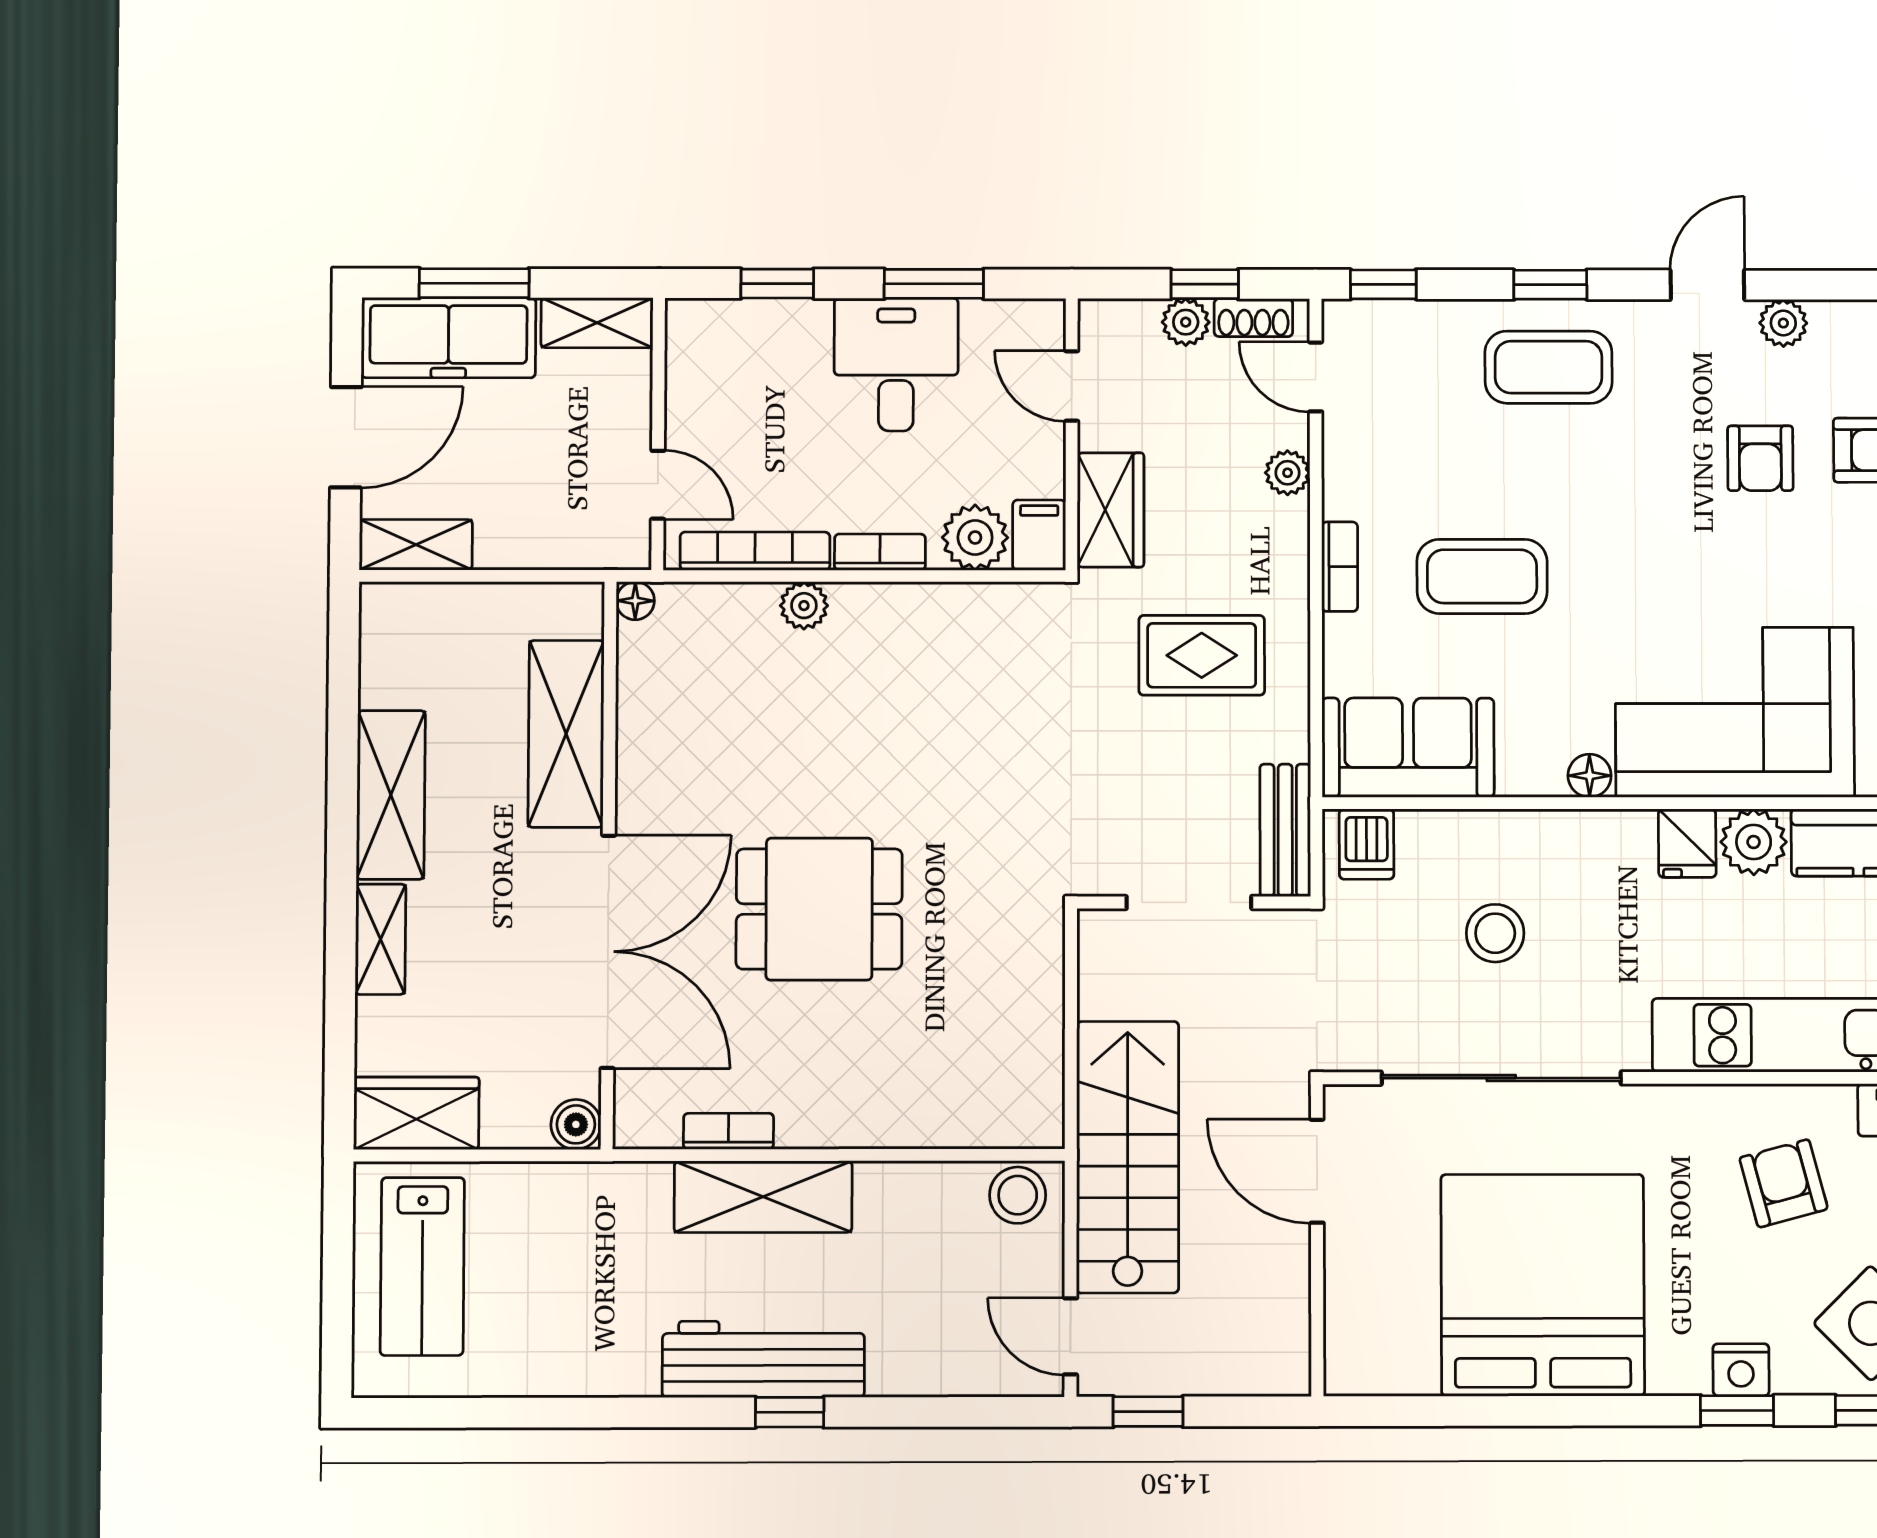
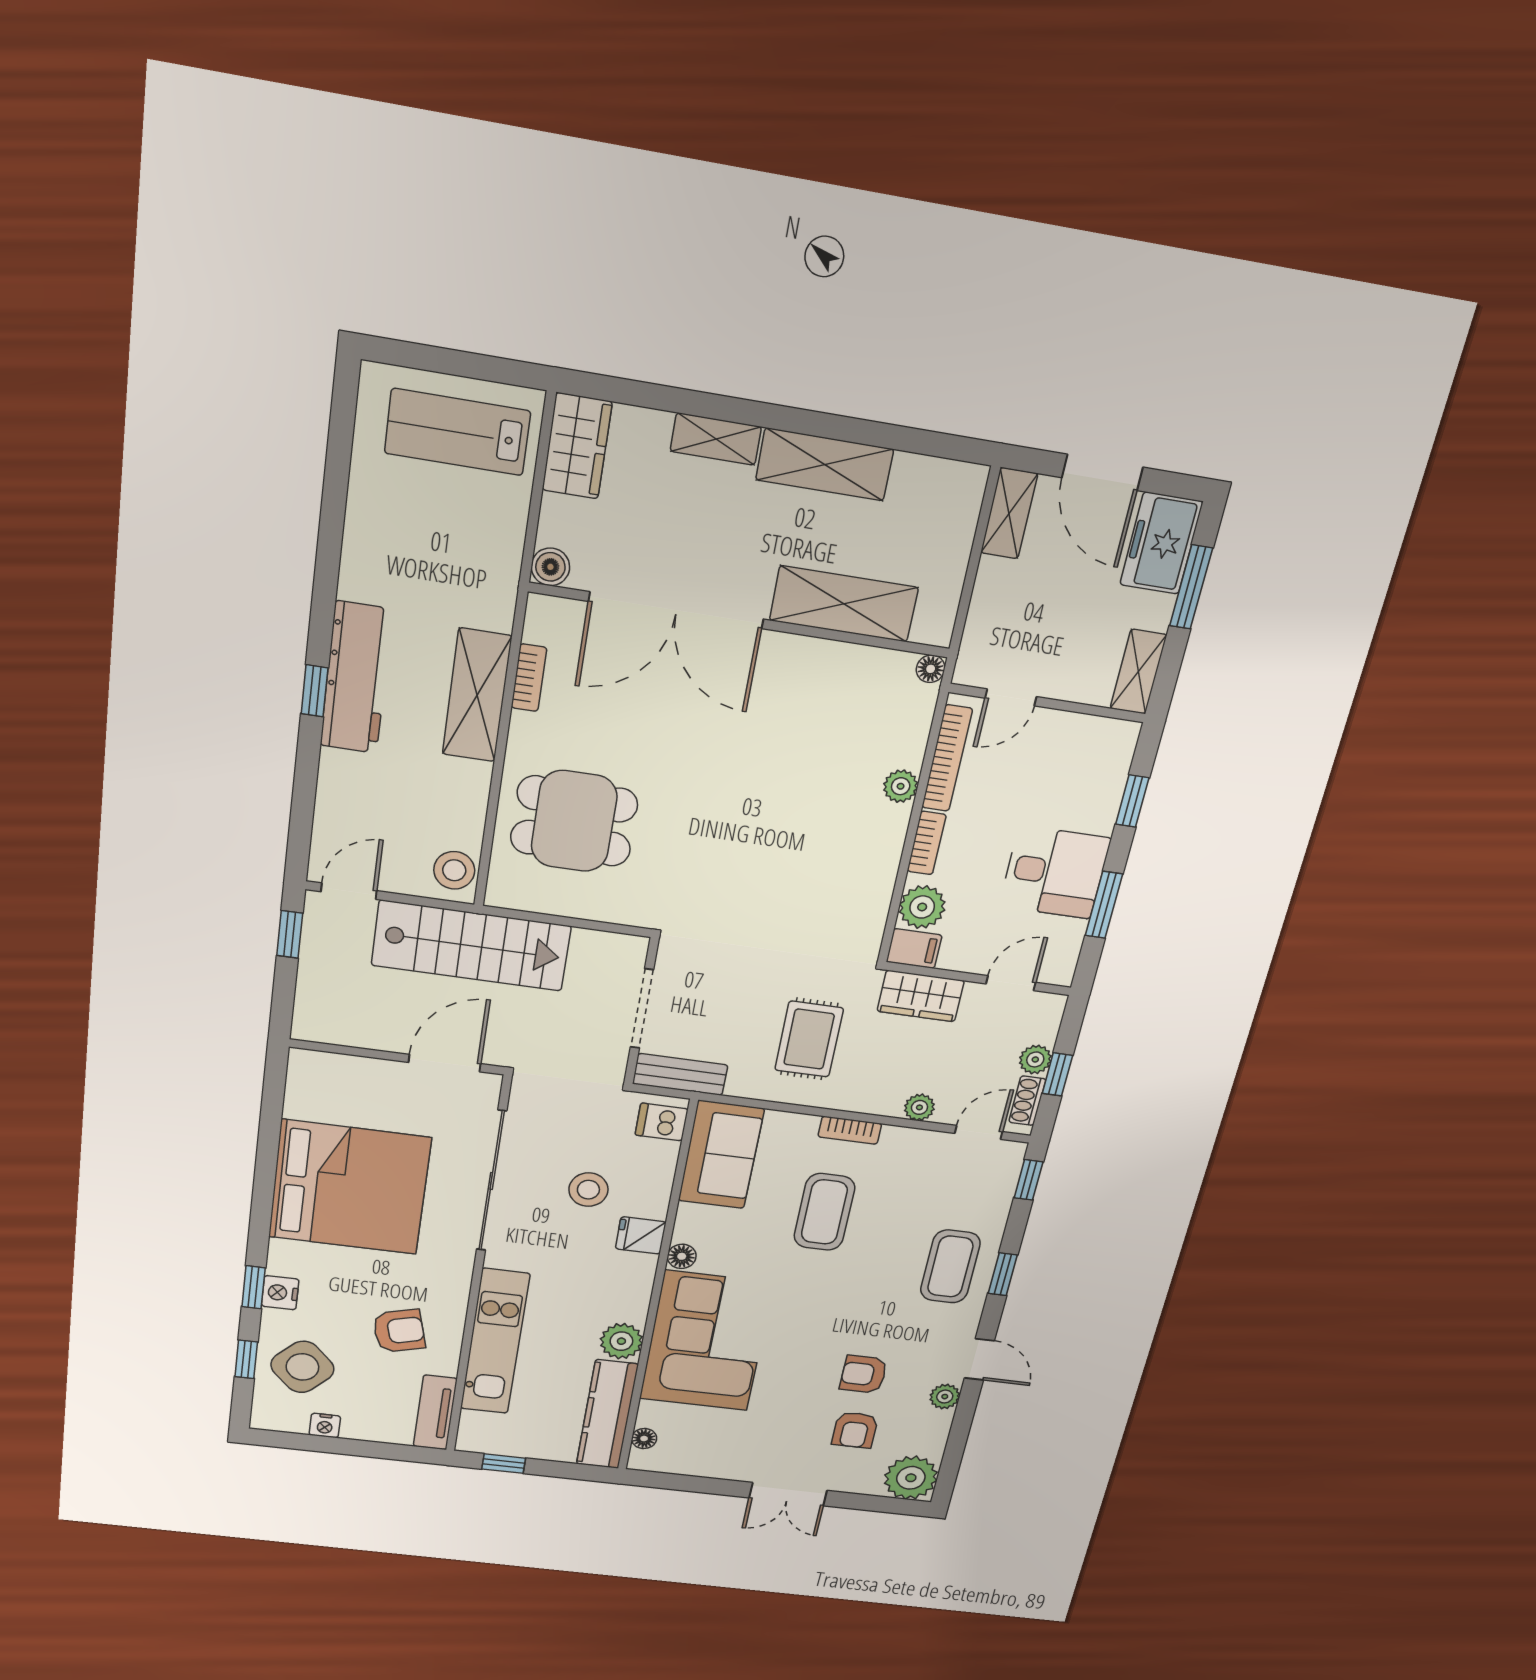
freezer: (449, 338) -> (1161, 543), width x0.71
fridge: (1687, 843) -> (641, 1235), moved
dining table: (819, 909) -> (574, 821), moved, turned 90

